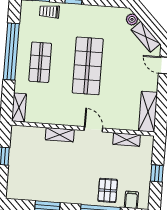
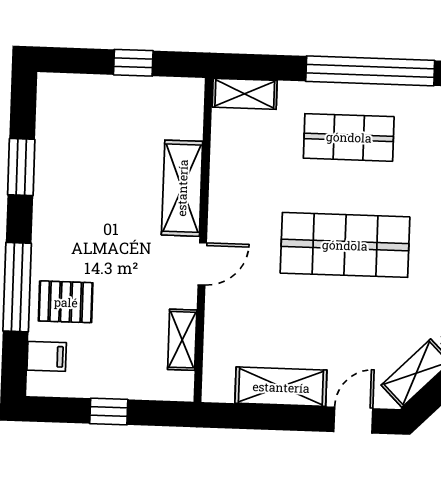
shelving: (148, 112) -> (281, 387), moved
shelving: (60, 135) -> (182, 188), width x1.50, depth x1.33

